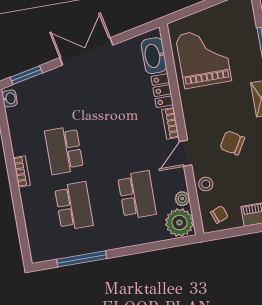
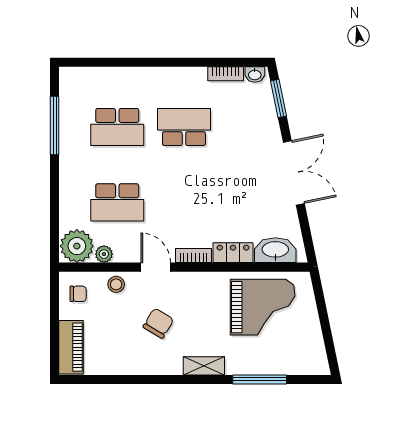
bookcase: (22, 171) -> (226, 74), moved
chair: (219, 214) -> (78, 294), turned -70

